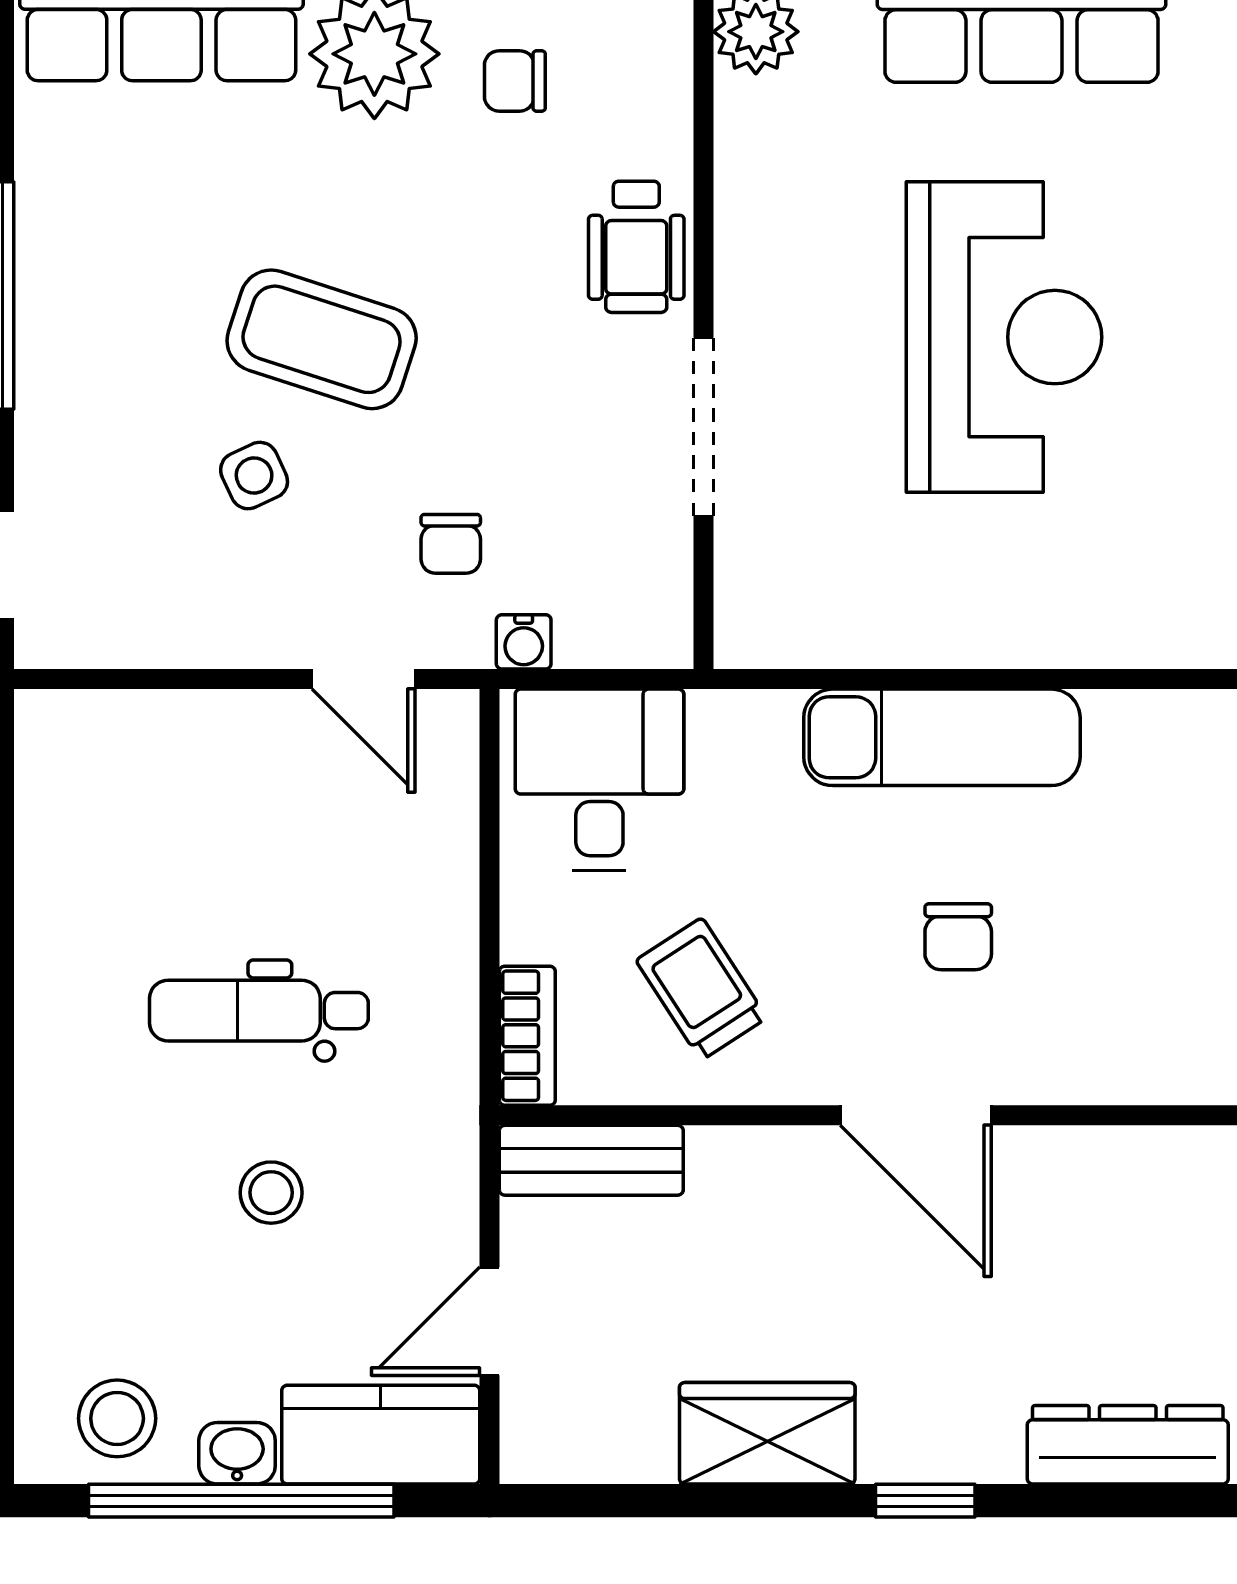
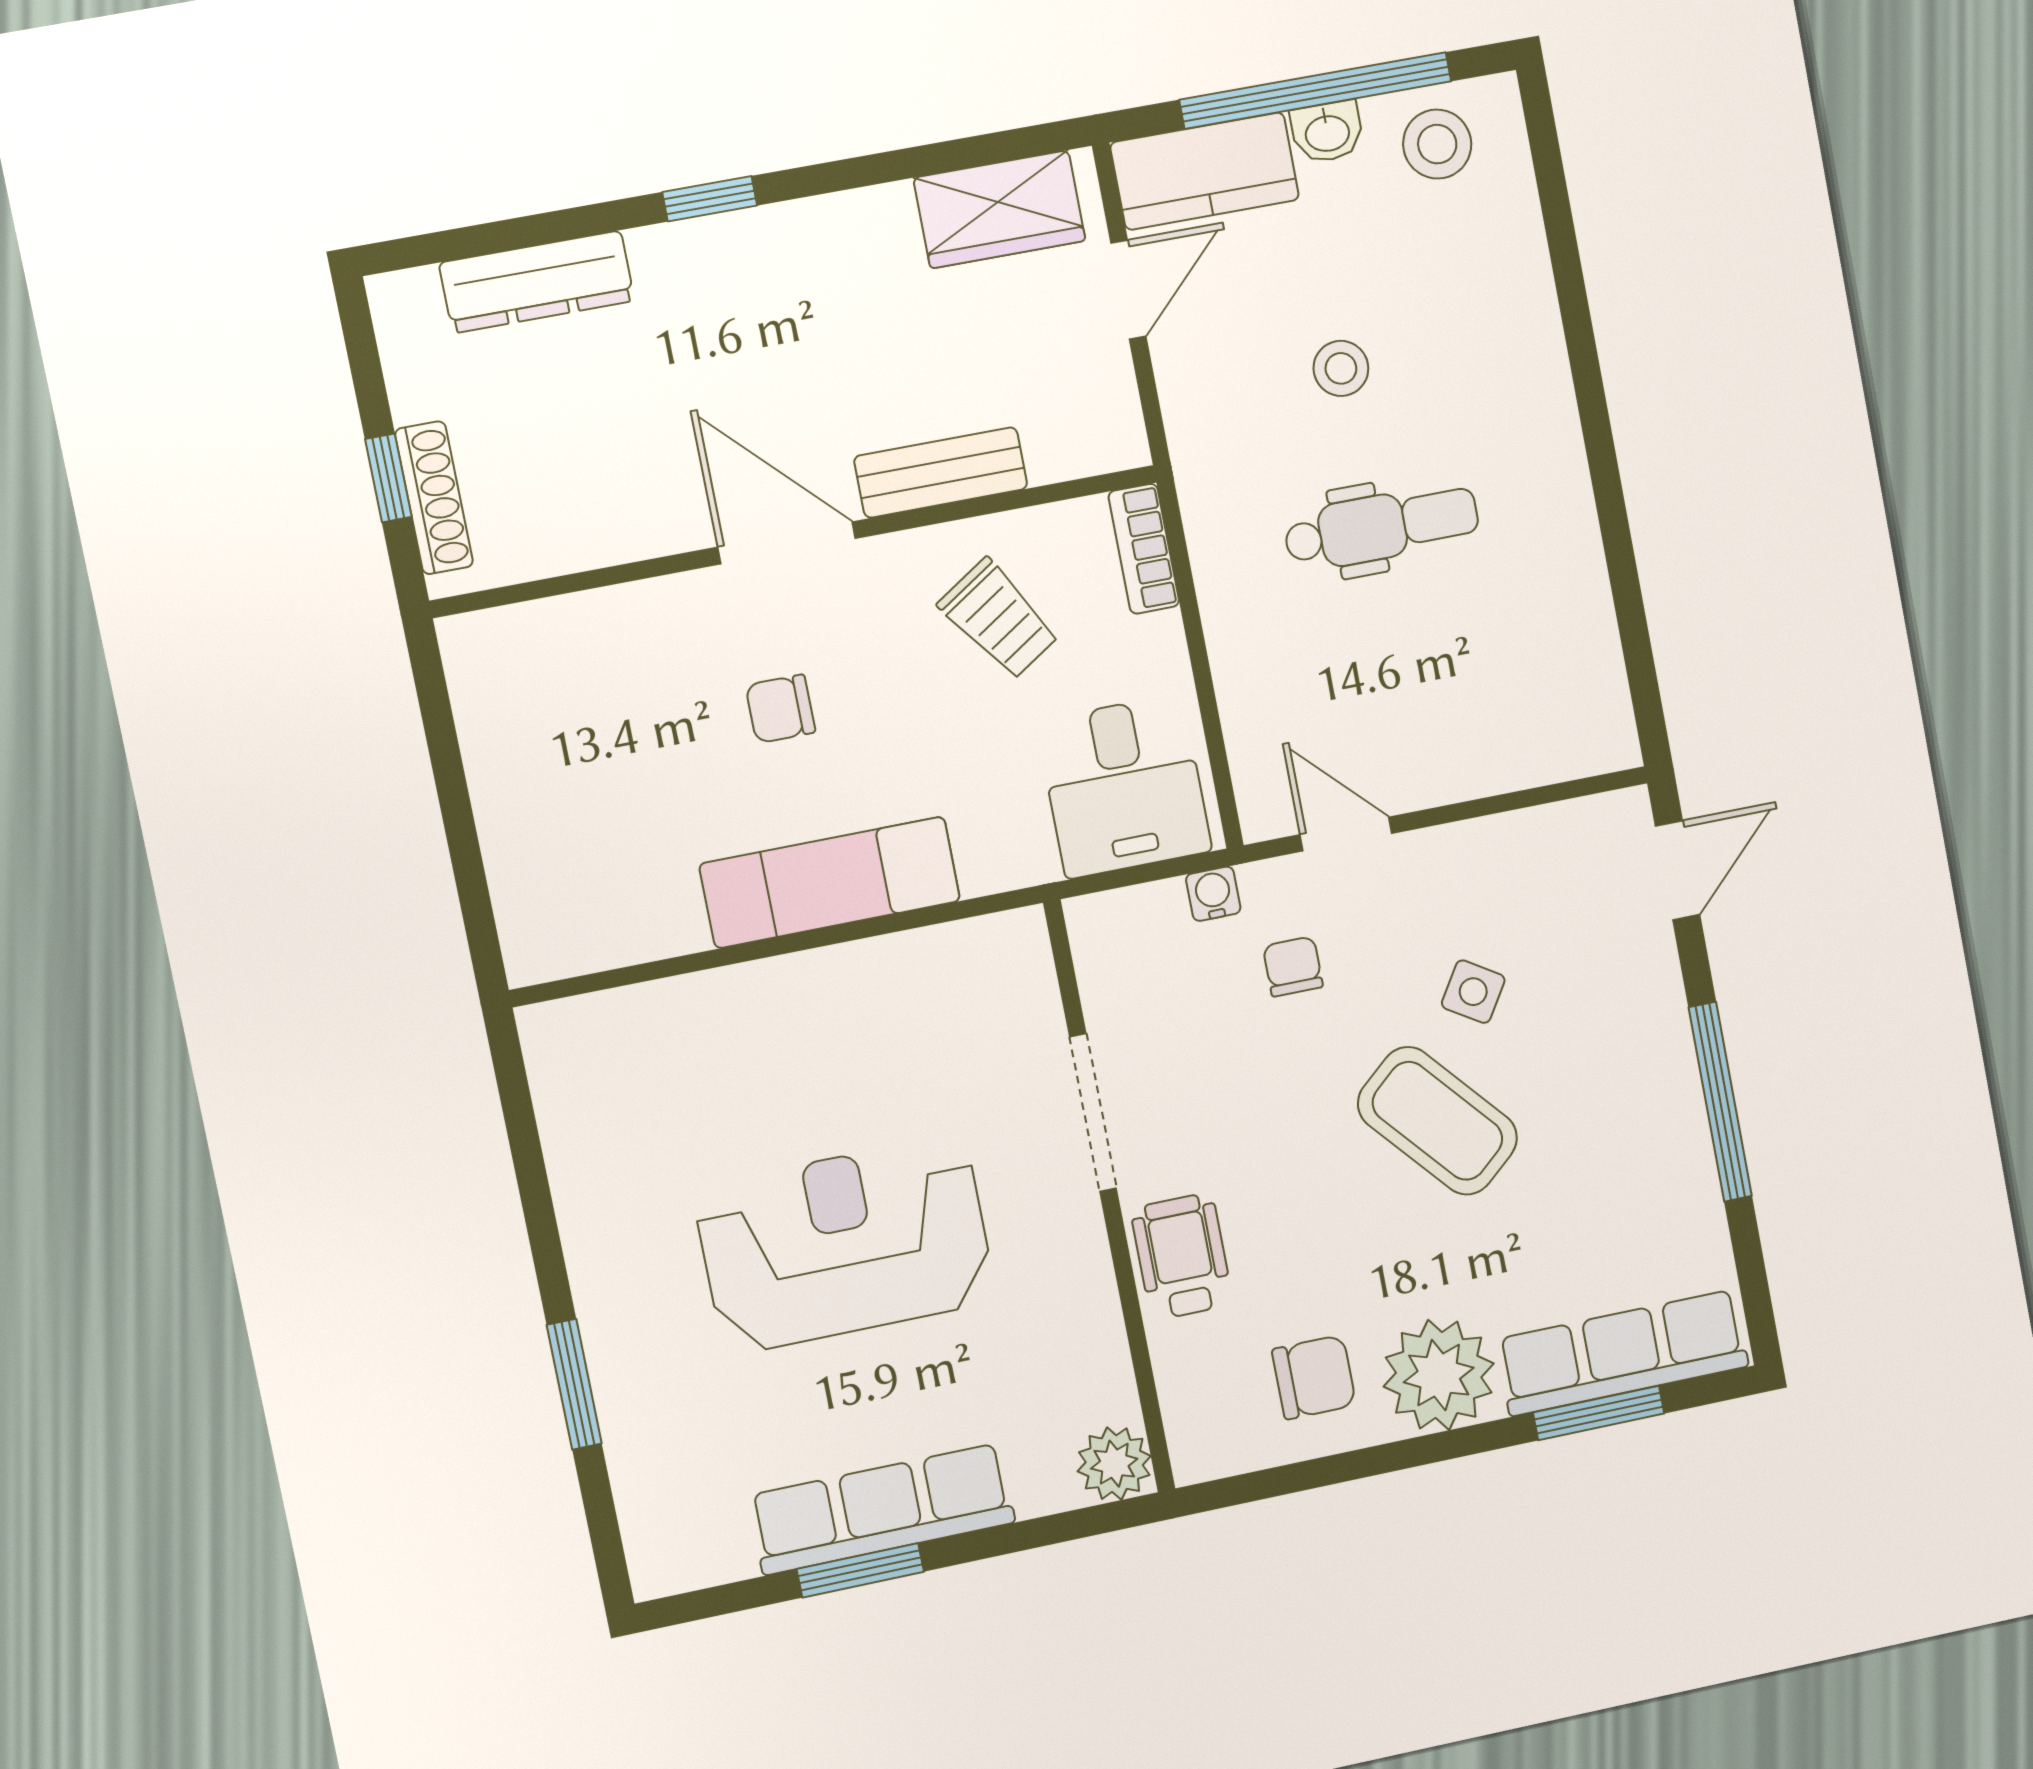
chair: (515, 81) -> (1314, 1377), width x1.37, depth x1.37
reception desk: (1004, 337) -> (845, 1244), turned 90
coffee table: (322, 339) -> (1437, 1121), turned 31
side table: (254, 476) -> (1473, 992), turned -33
chair: (958, 937) -> (780, 709), turned -90
bench: (591, 1160) -> (941, 473), moved
wardrobe: (767, 1433) -> (999, 209), moved

